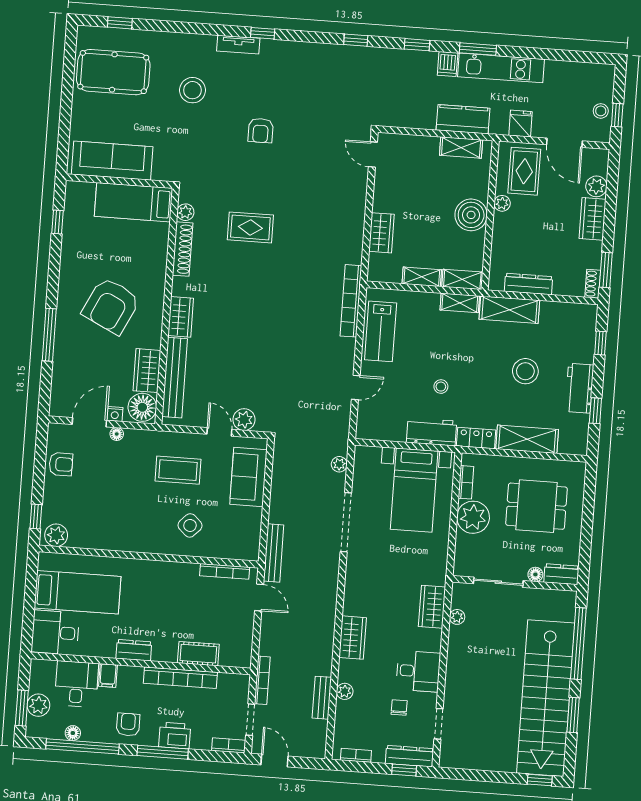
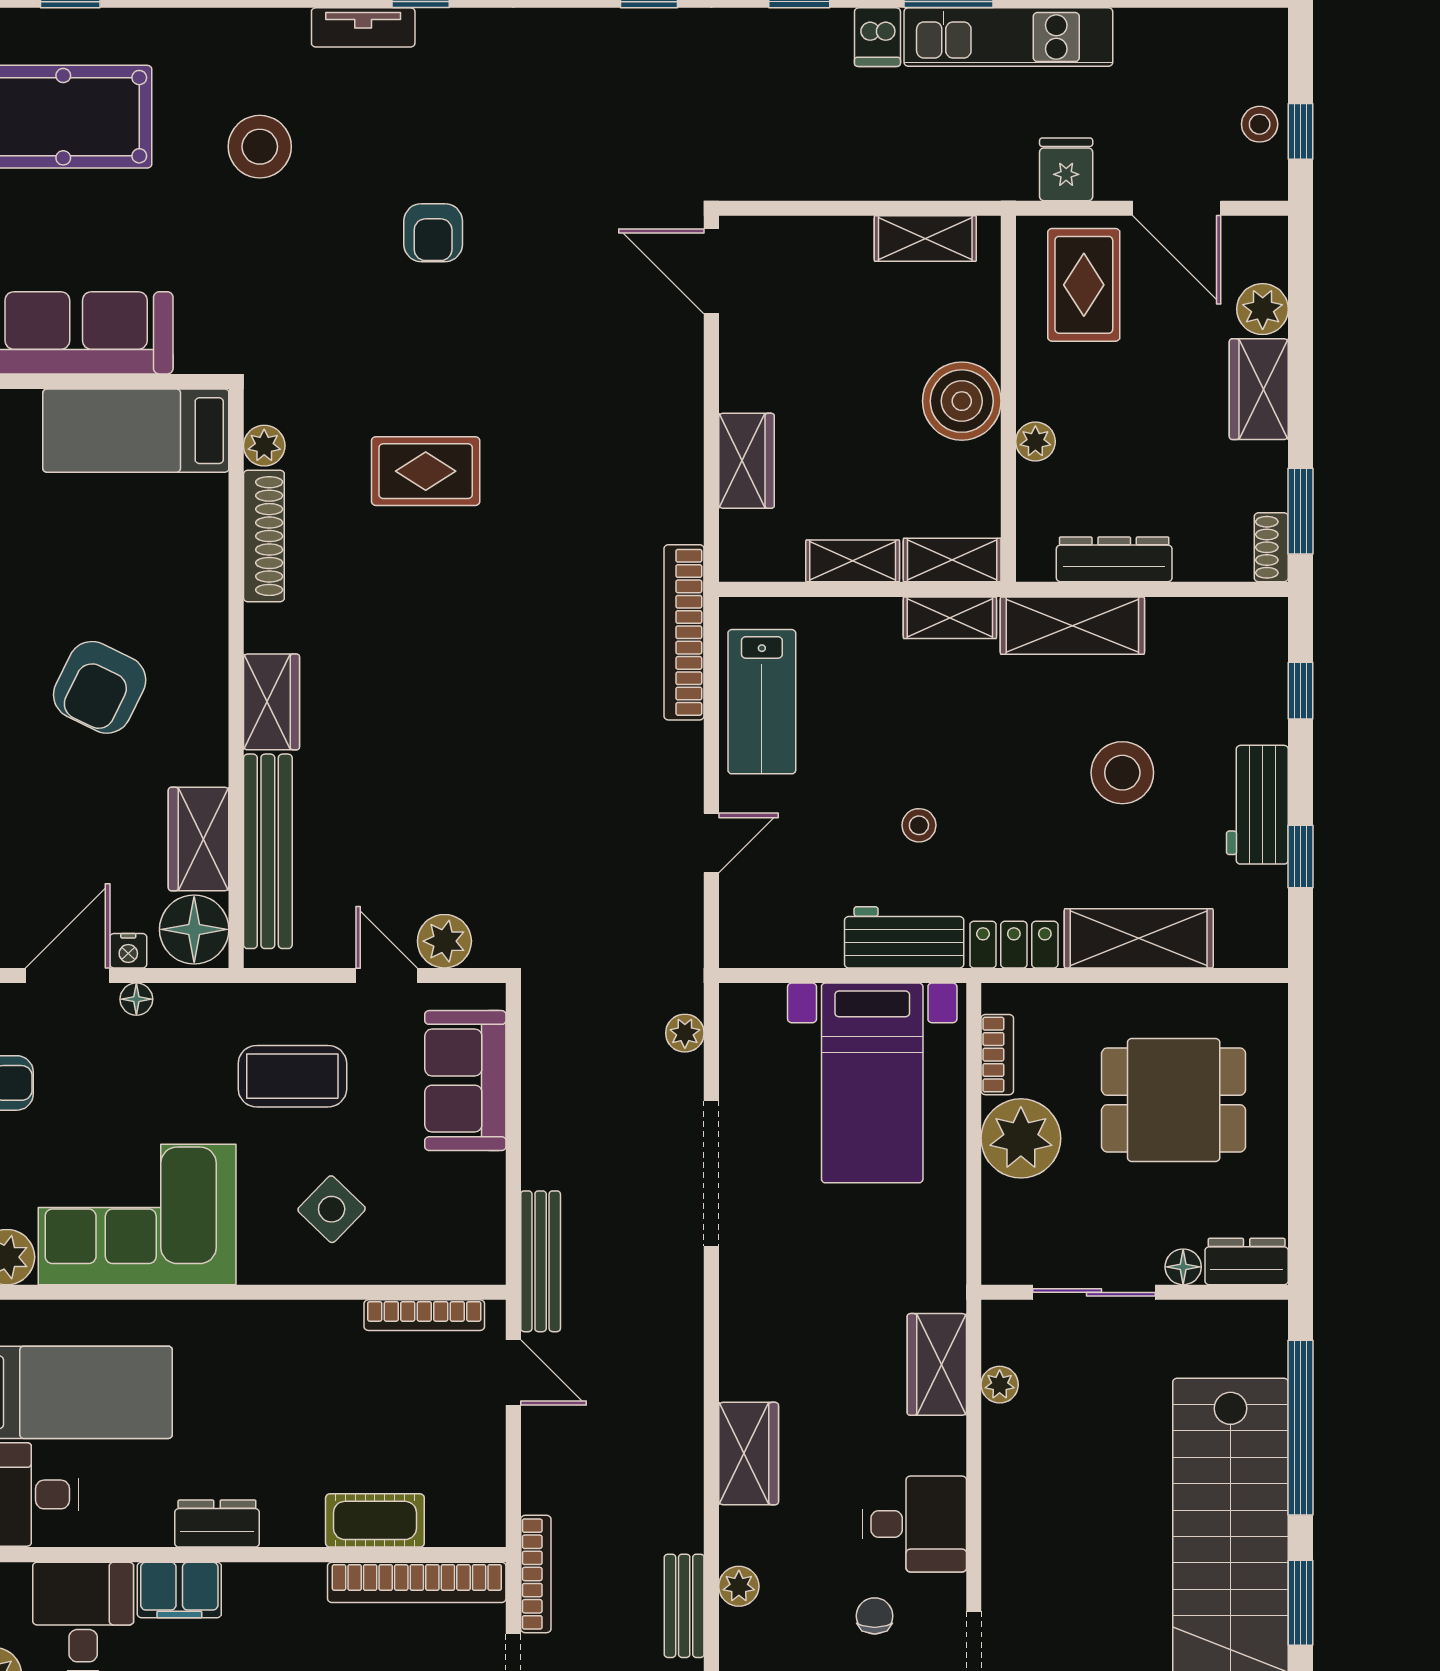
kitchen counter: (463, 119) -> (925, 169), removed
door: (373, 154) -> (711, 271), width x1.38
plant: (502, 203) -> (1035, 442), moved
armchair: (111, 306) -> (100, 687), width x0.73, depth x0.73
corner sofa: (111, 522) -> (137, 1214), added
filing cabinet: (108, 676) -> (179, 1590), width x2.00
bookcase: (180, 678) -> (417, 1582), moved

